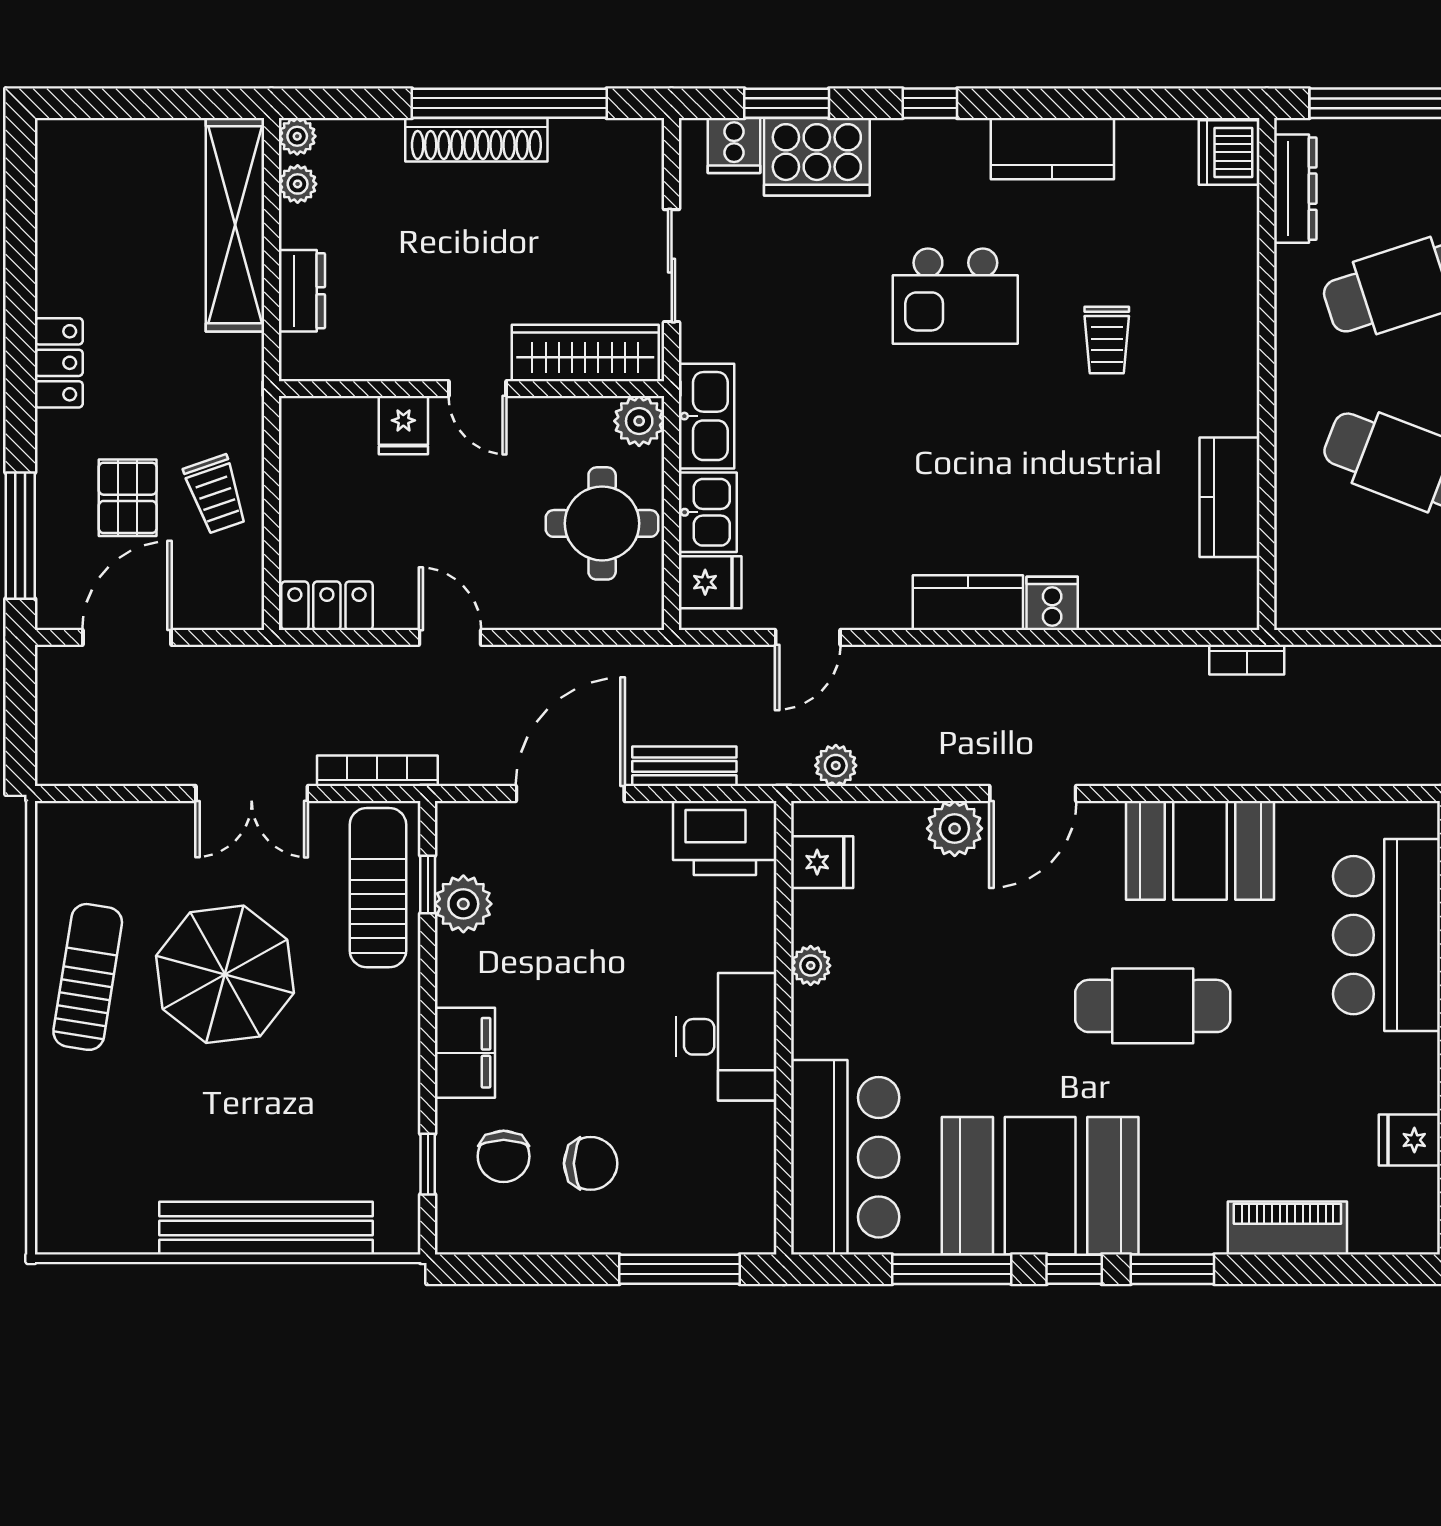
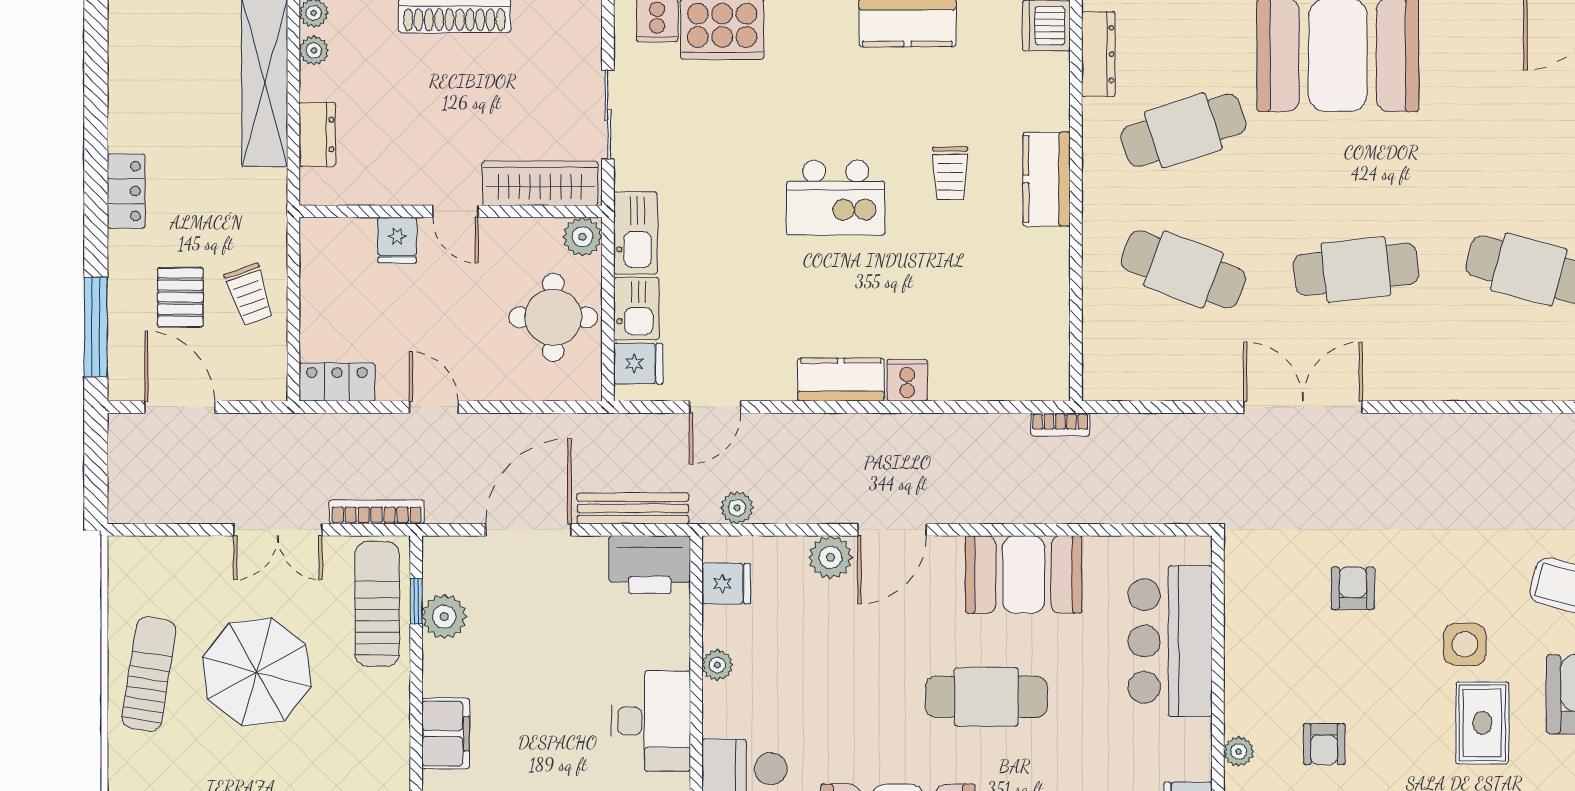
kitchen island: (955, 296) -> (836, 198), moved
kitchen counter: (1229, 497) -> (1047, 179), moved
door: (127, 637) -> (180, 407), hinge flipped
bench: (684, 766) -> (633, 508), width x1.36

